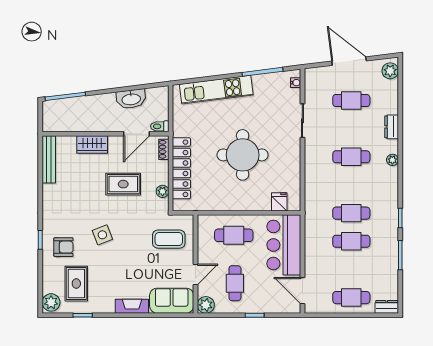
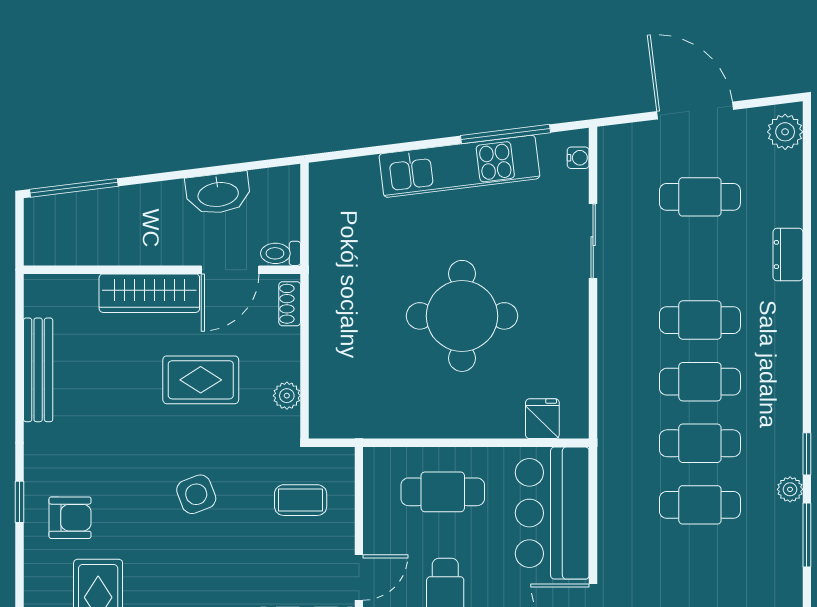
kitchen unit: (216, 90) -> (459, 166), moved
wardrobe: (92, 144) -> (149, 293), width x1.50
bench: (49, 159) -> (38, 370), moved
plant: (392, 160) -> (790, 489), moved
locker: (181, 168) -> (328, 345), removed
cafe table: (351, 185) -> (700, 382), added
side table: (102, 235) -> (196, 494), moved
coffee table: (169, 239) -> (301, 500), width x0.73, depth x0.77

